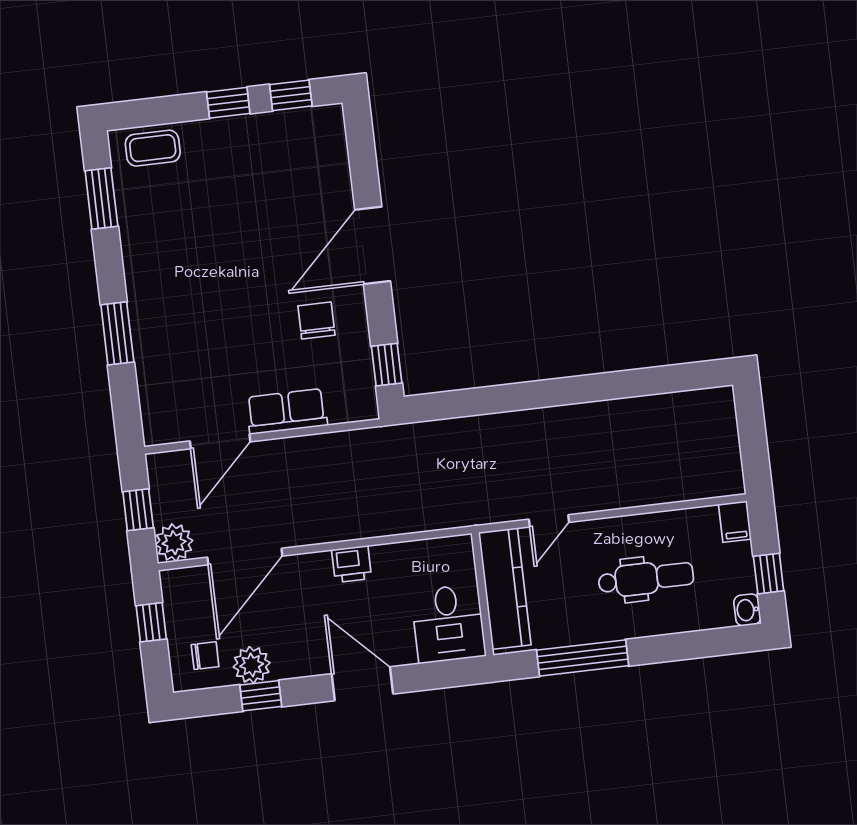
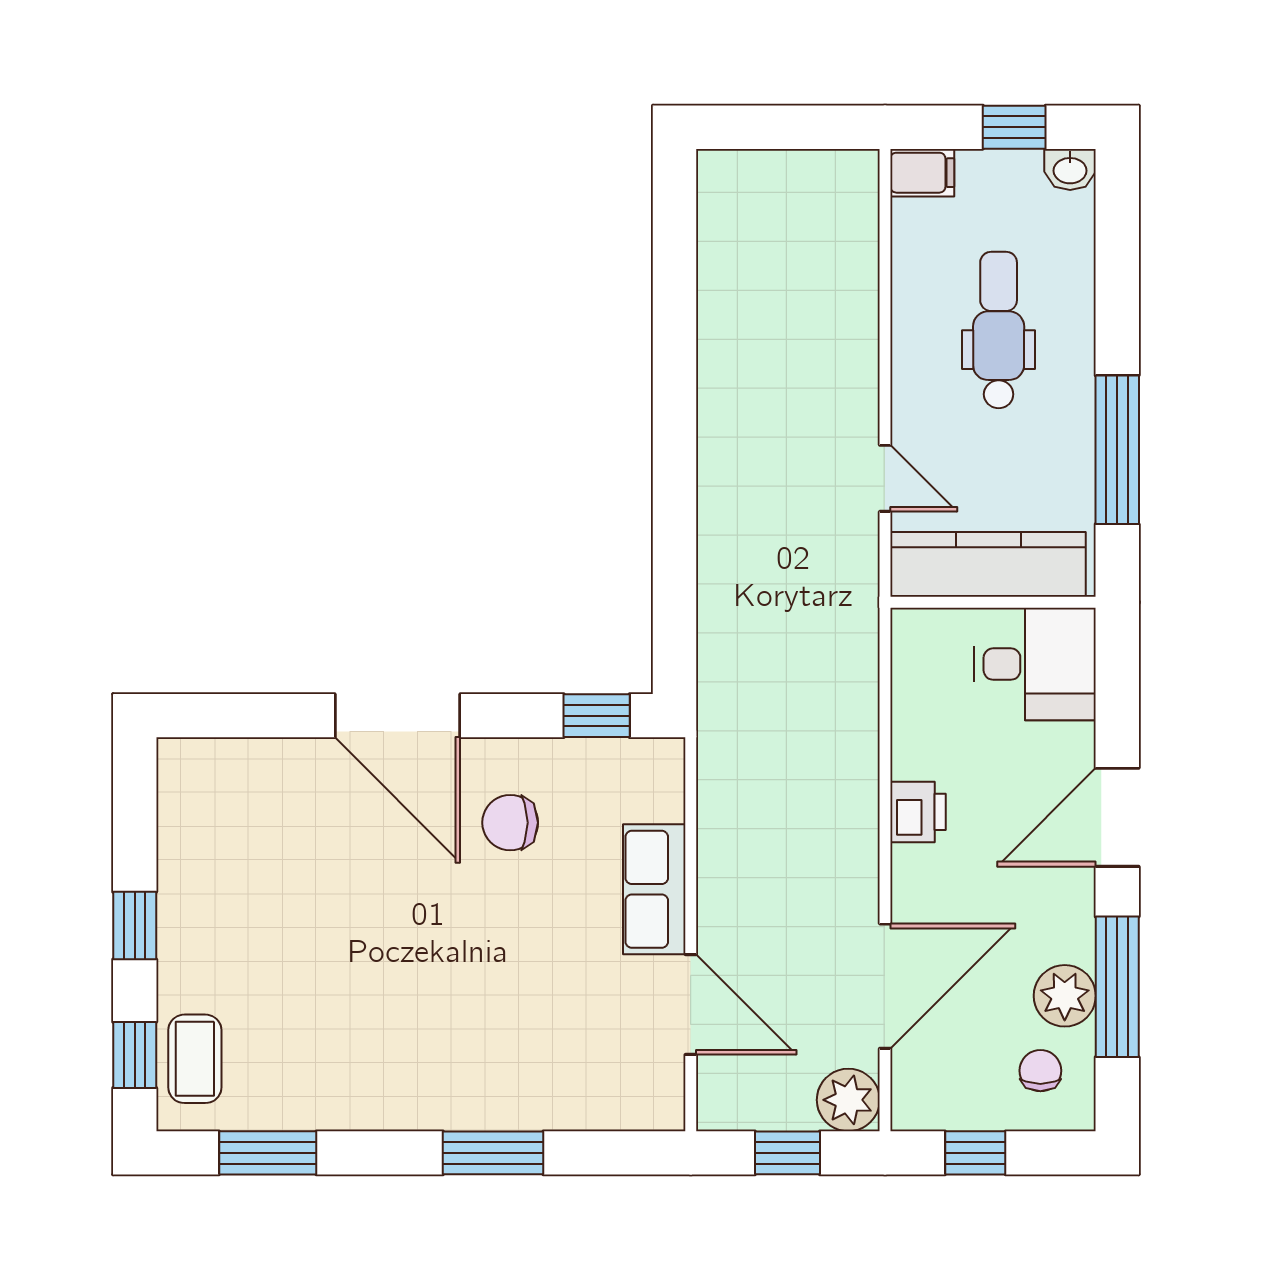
window: (291, 95) -> (135, 1055), moved
door: (245, 557) -> (885, 986), hinge flipped
window: (261, 696) -> (1117, 987), width x2.17

